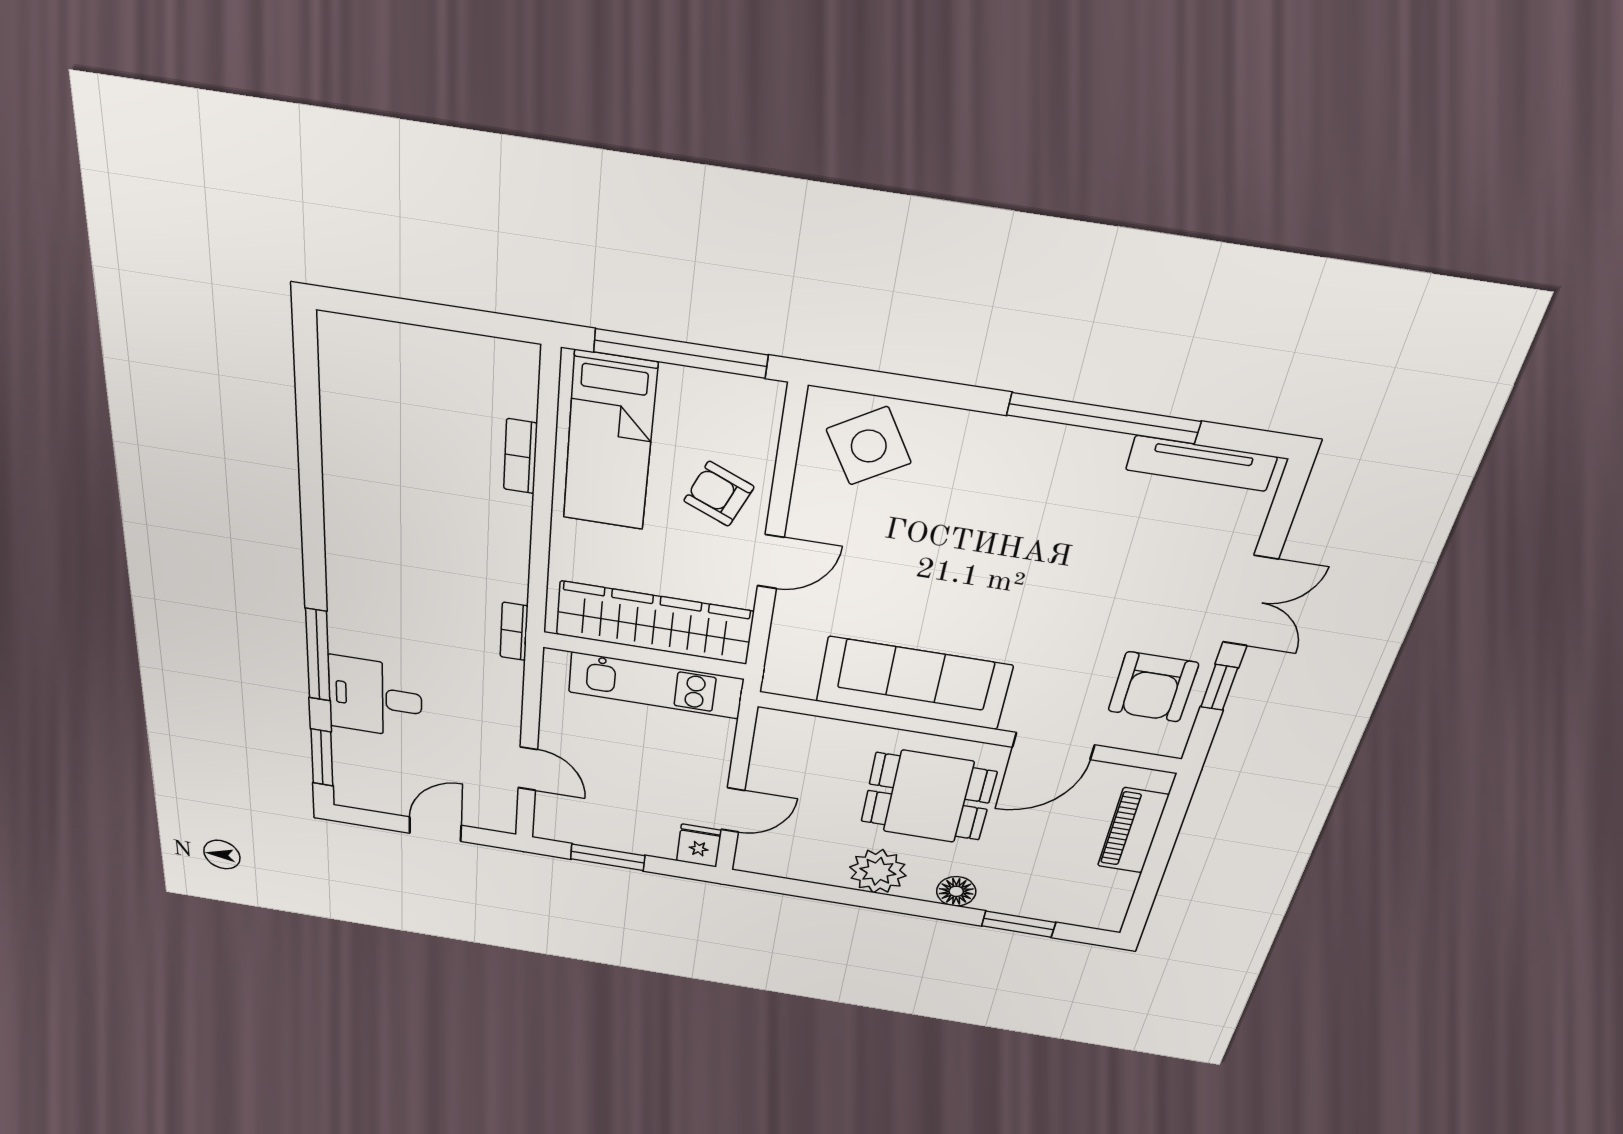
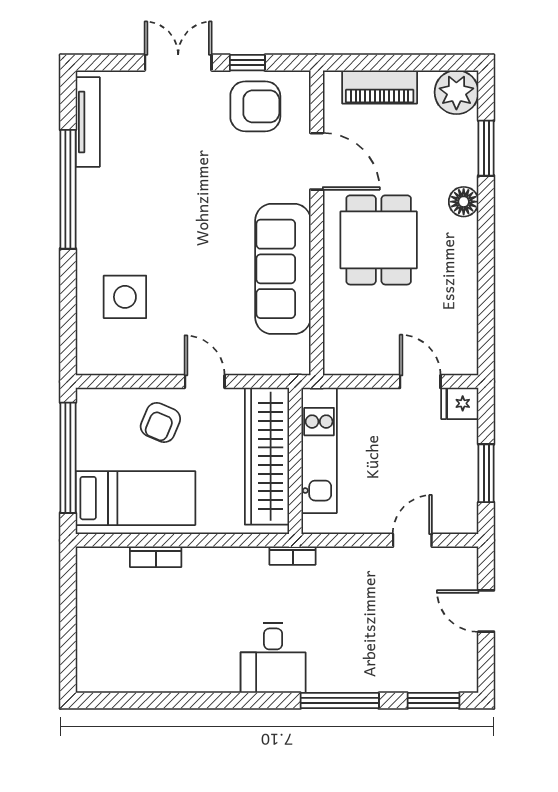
side table: (869, 446) -> (125, 297), moved, turned 31
desk: (375, 697) -> (273, 658), moved
plant: (878, 871) -> (456, 92), moved

